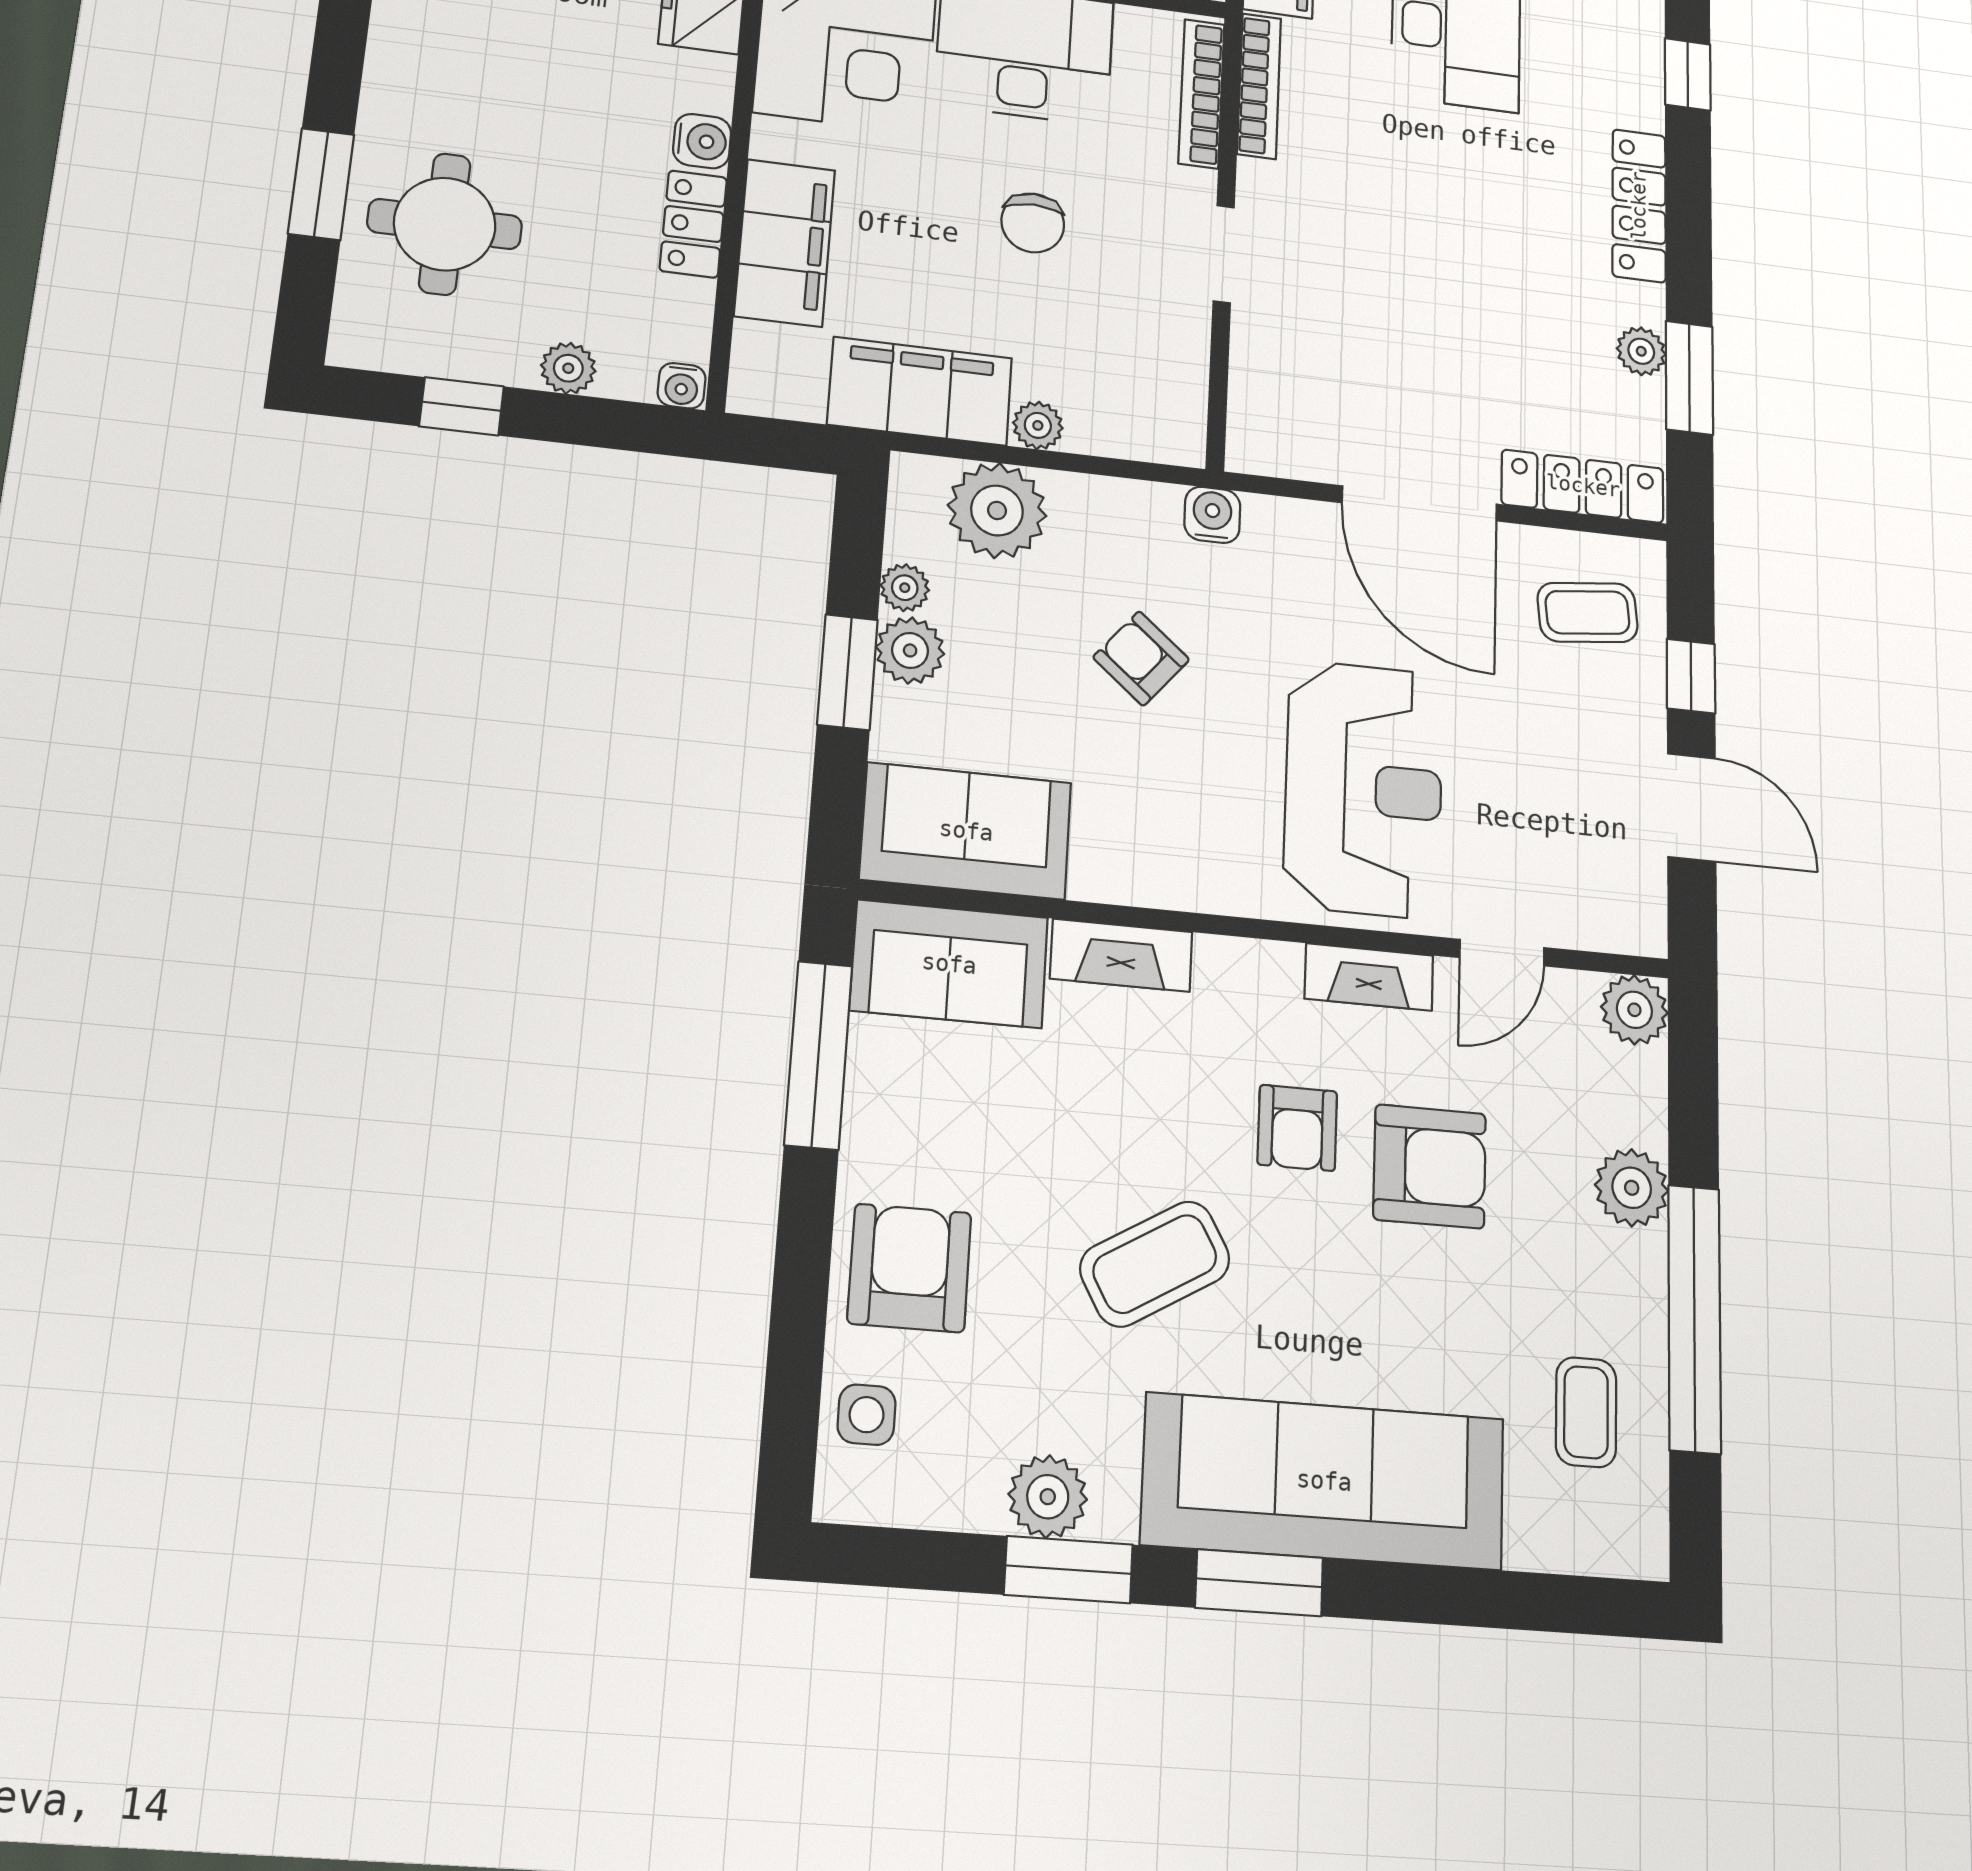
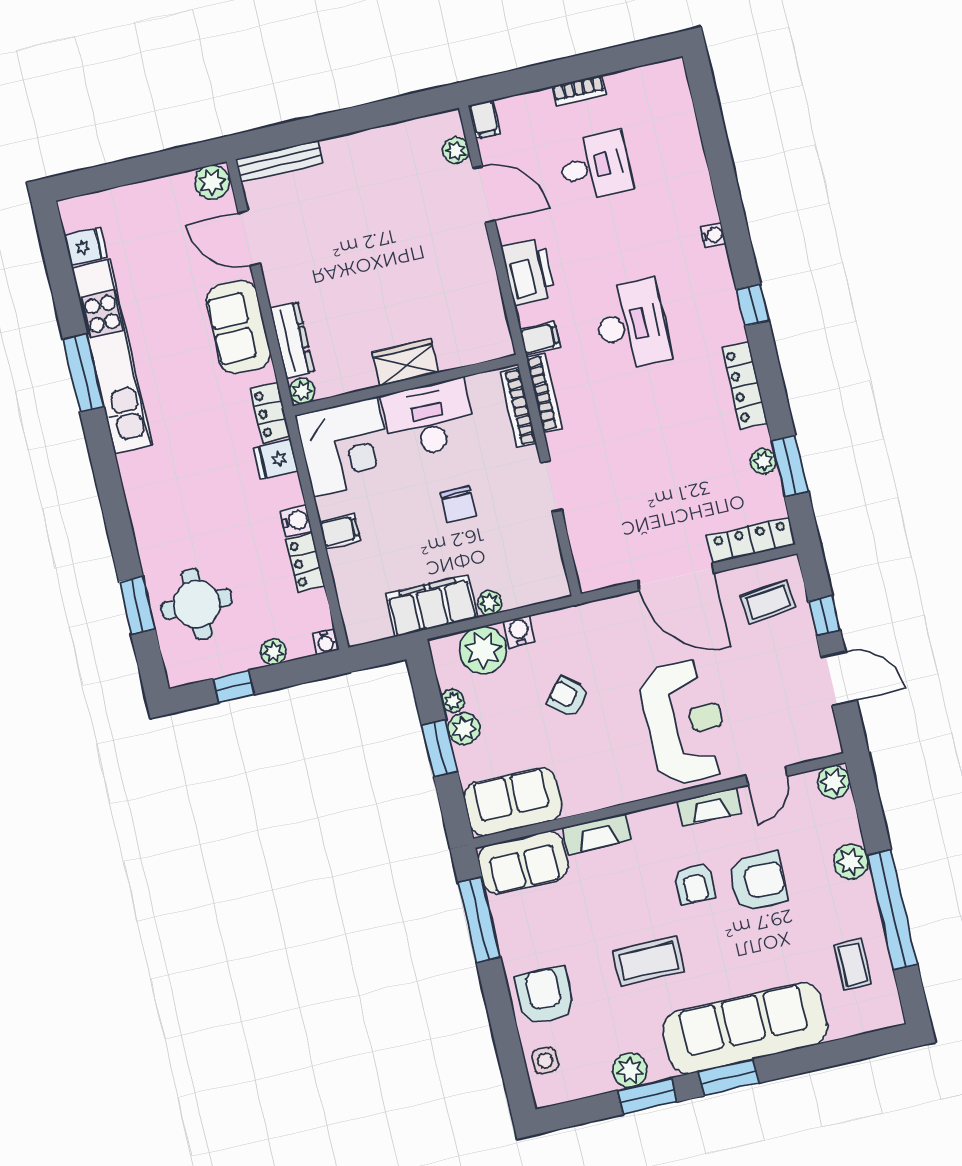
filing cabinet: (785, 243) -> (340, 531), width x0.33, depth x0.86
water cooler: (1212, 515) -> (519, 631), moved
coffee table: (1155, 1264) -> (648, 961), turned 30

